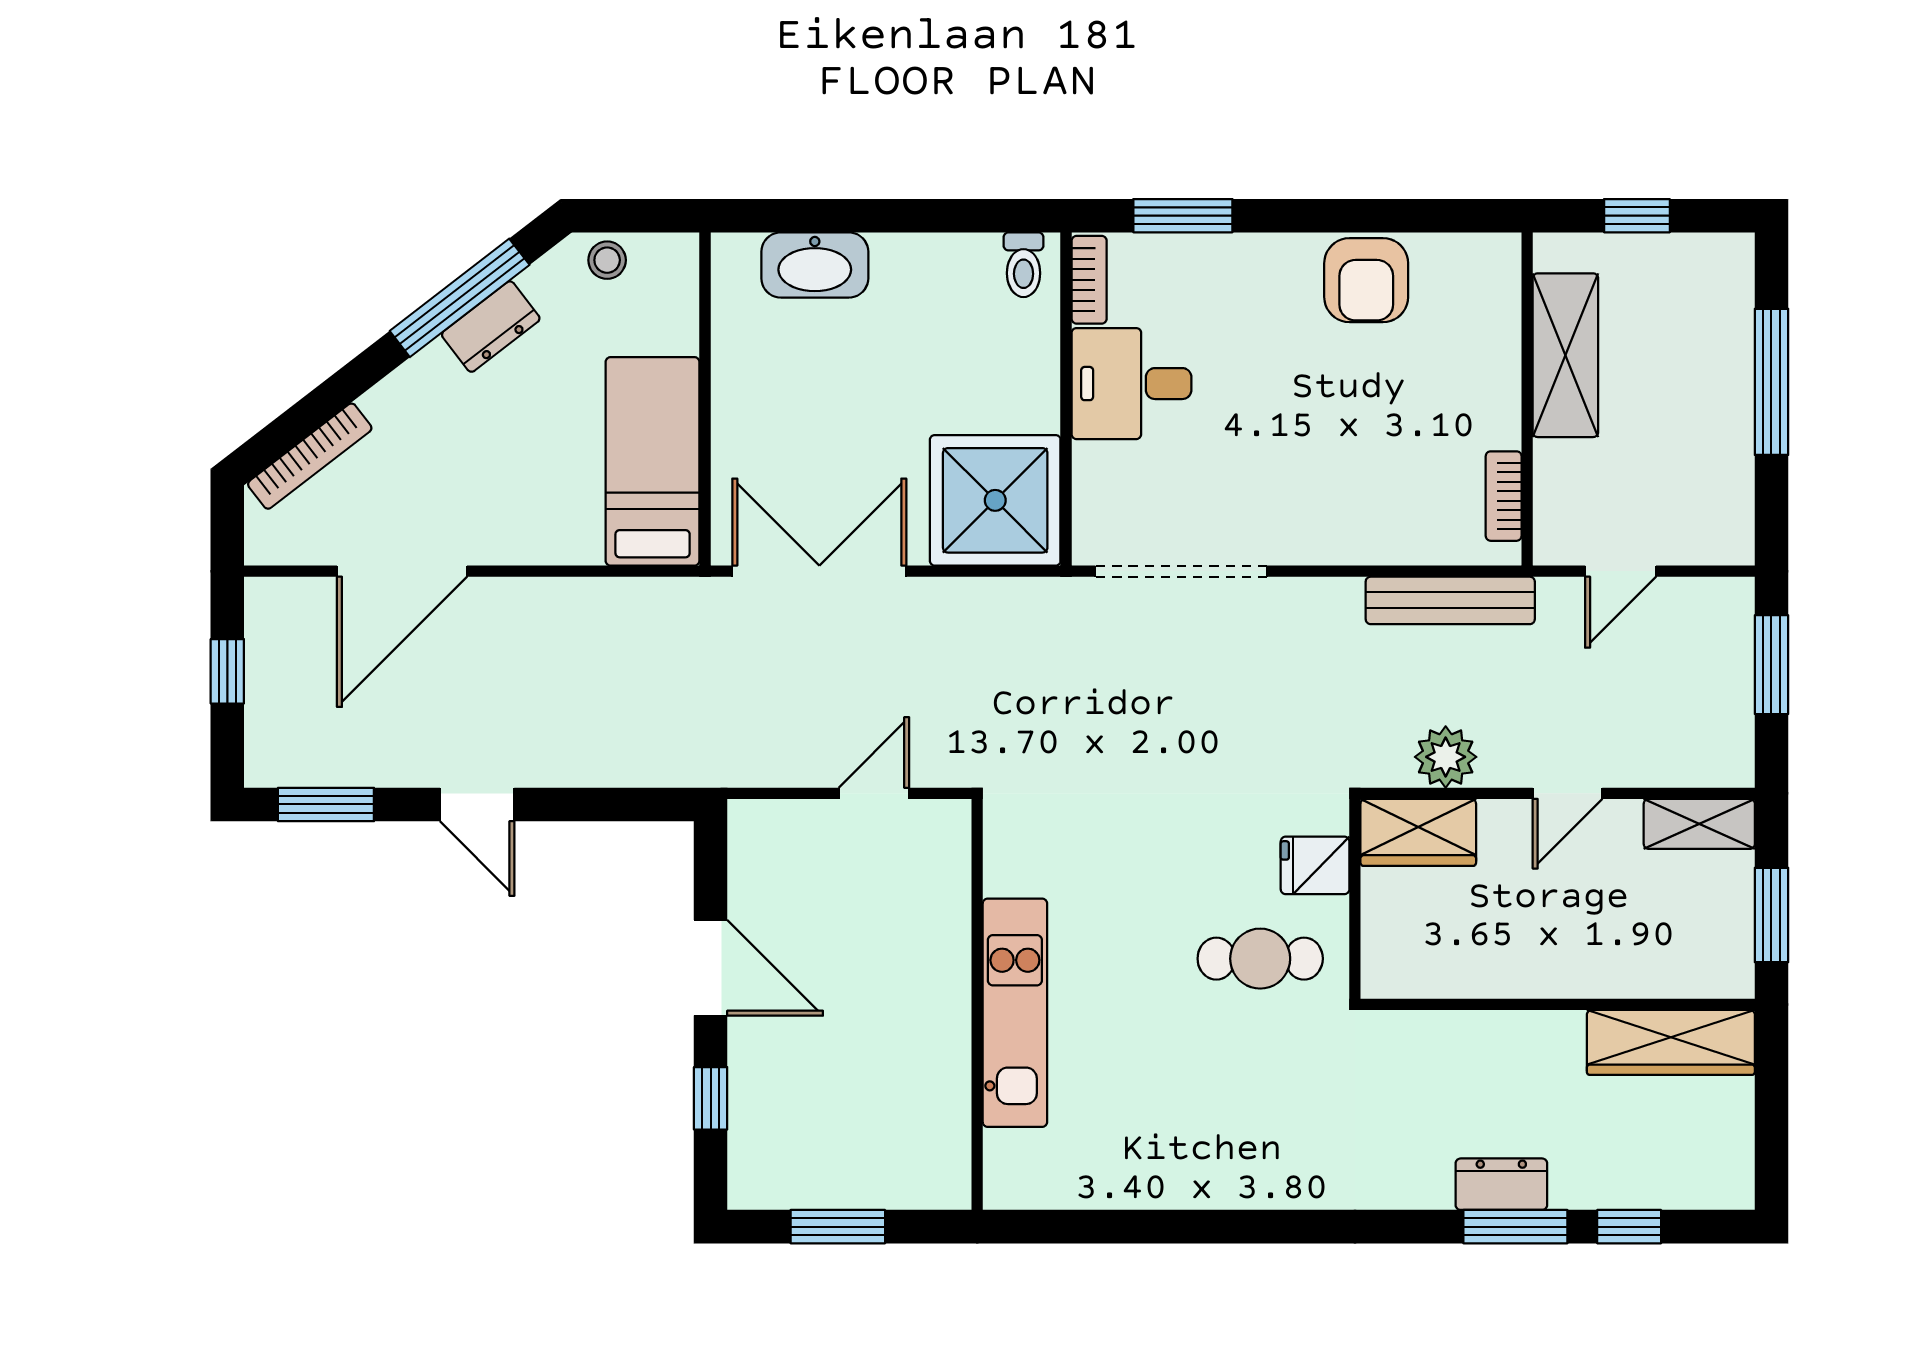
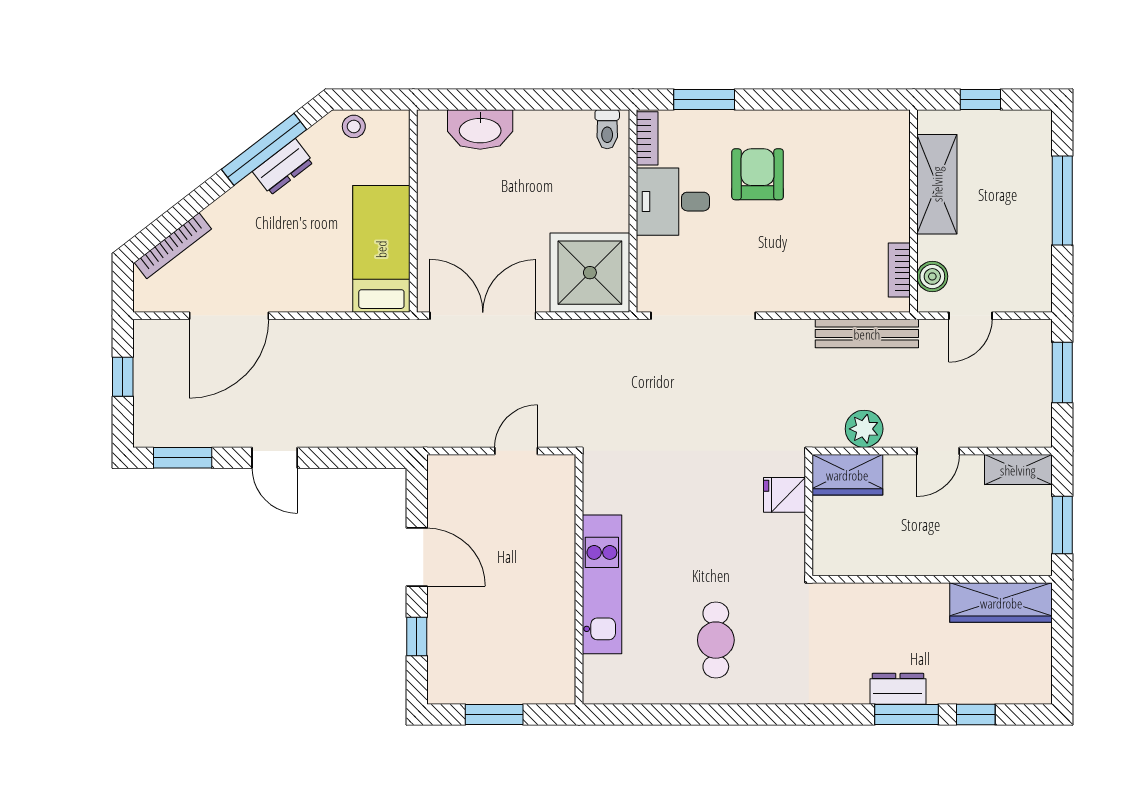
armchair: (1366, 280) -> (758, 174), moved, turned 180
boiler: (1558, 507) -> (932, 276), added
cafe table: (1260, 959) -> (716, 640), moved, turned 90

